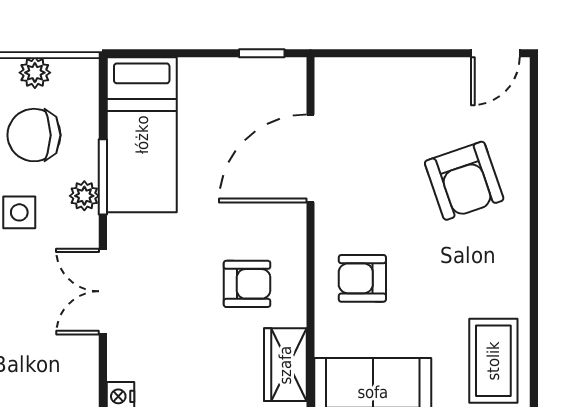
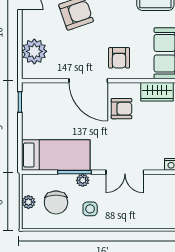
plant: (377, 86) -> (34, 51), added
door: (311, 158) -> (88, 81), moved
armchair: (247, 284) -> (122, 109), turned 90

